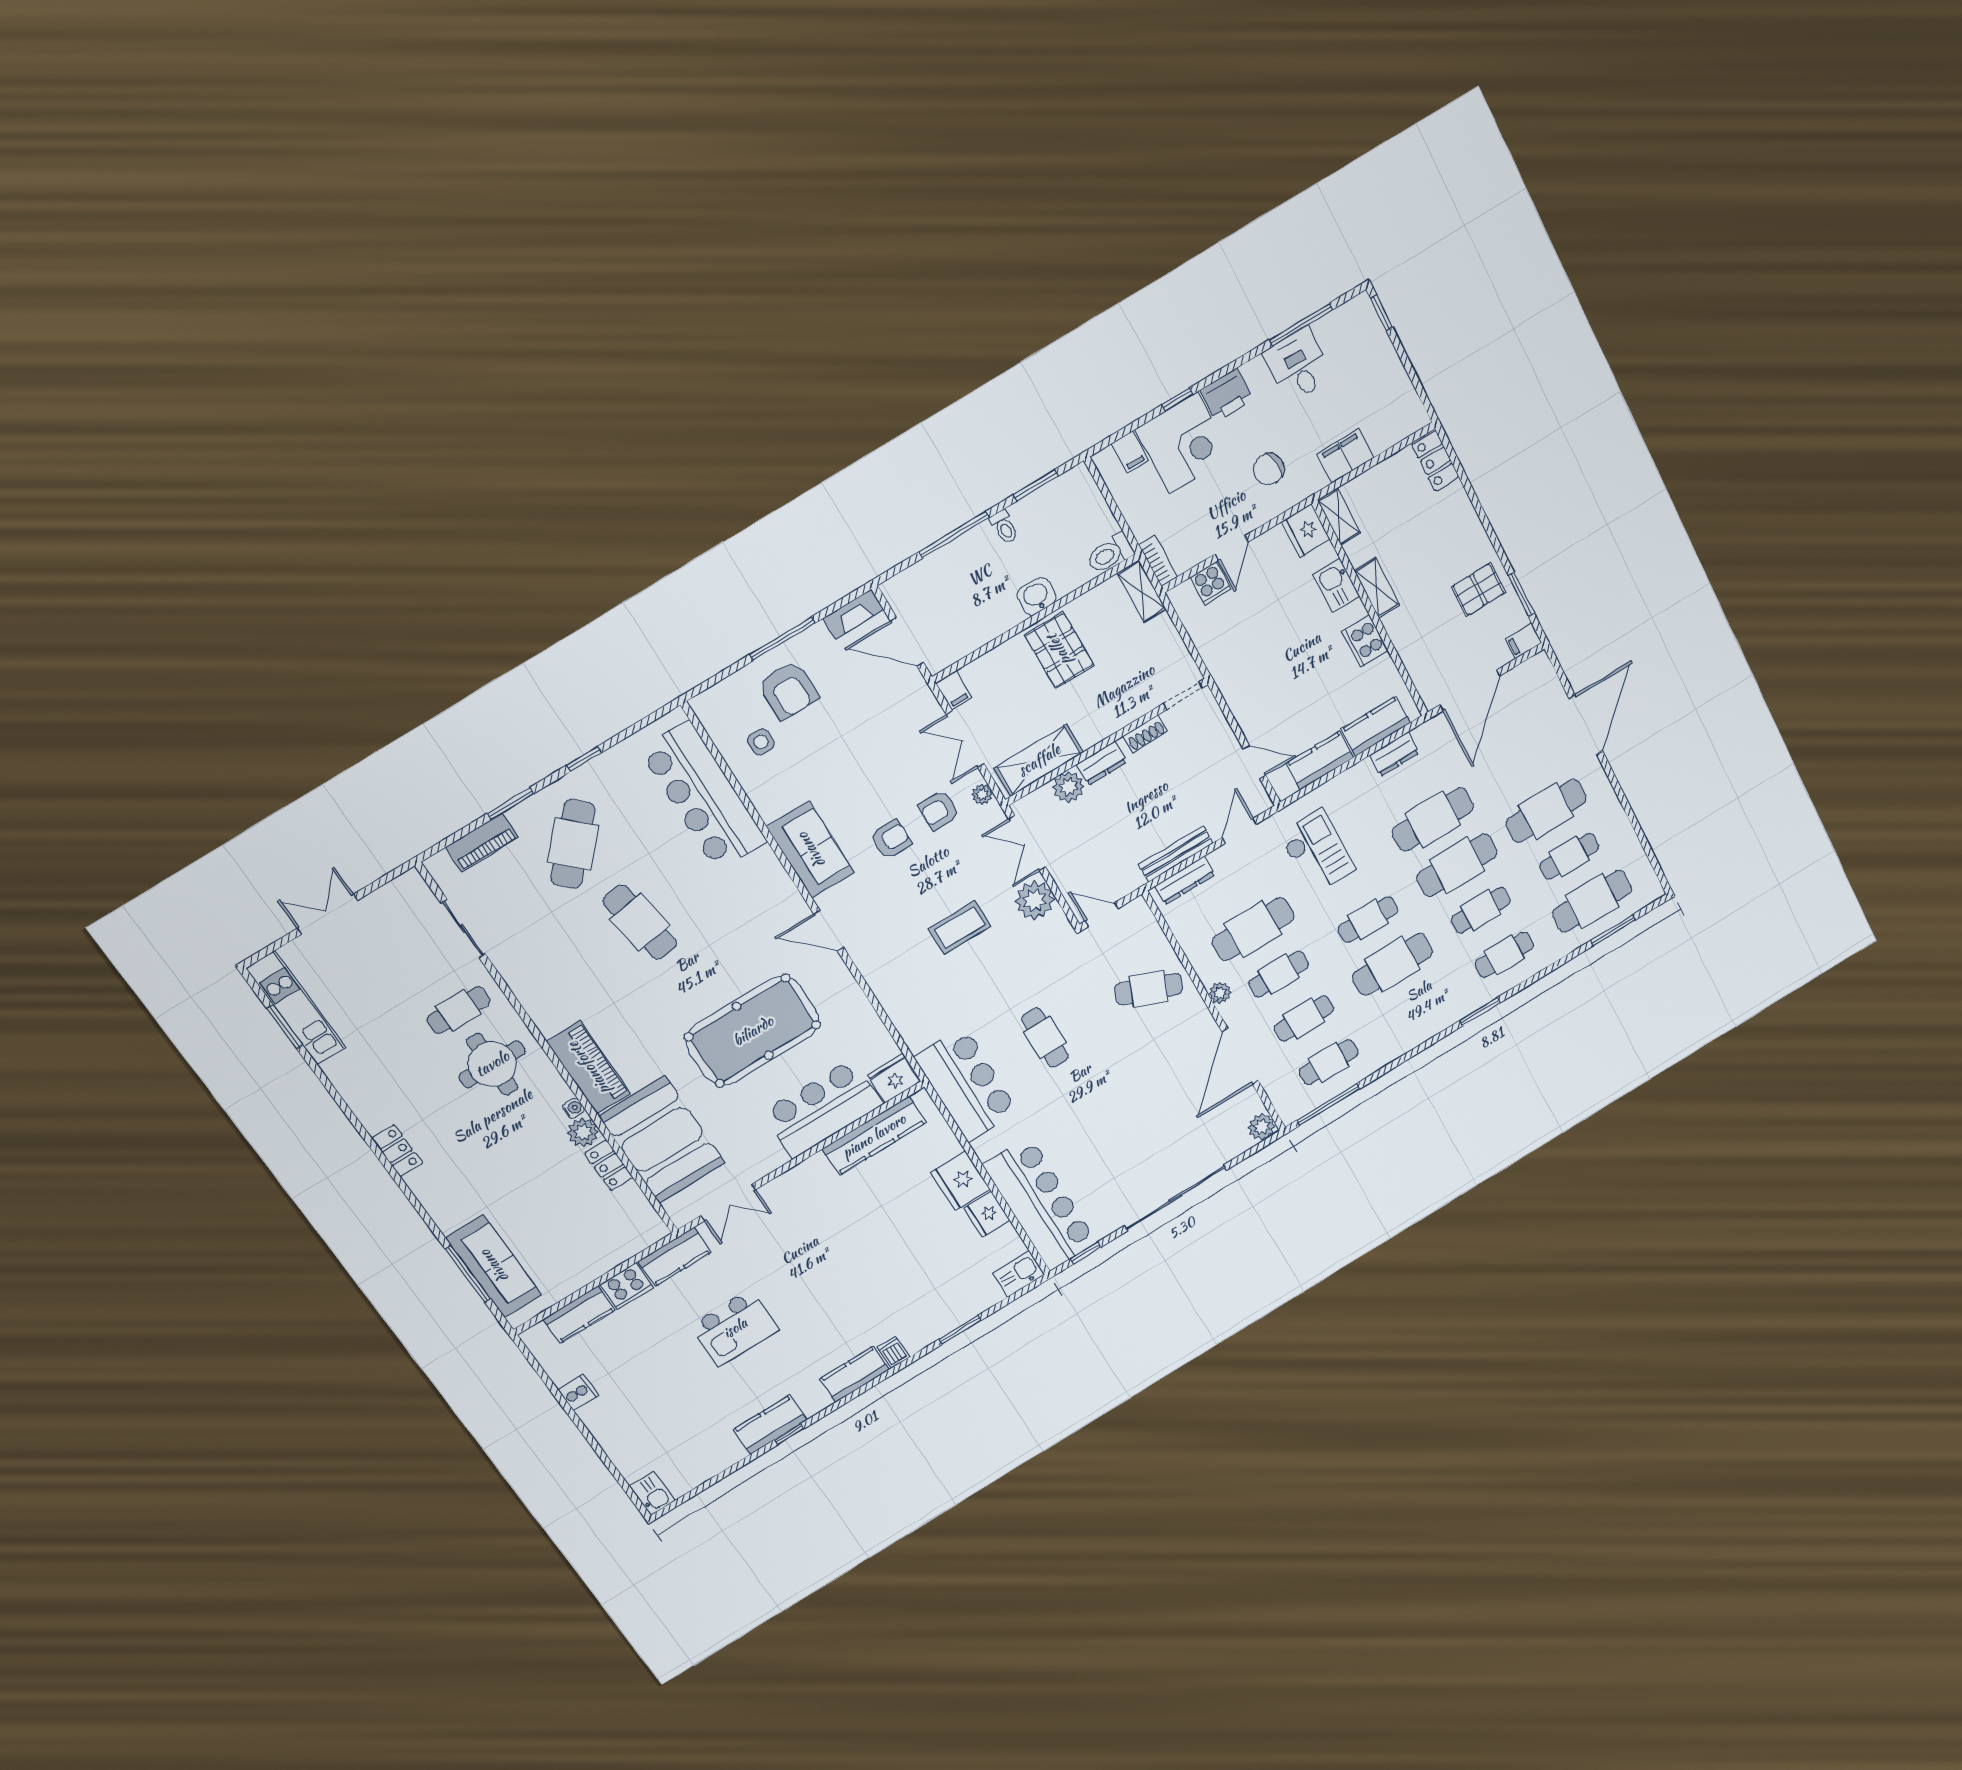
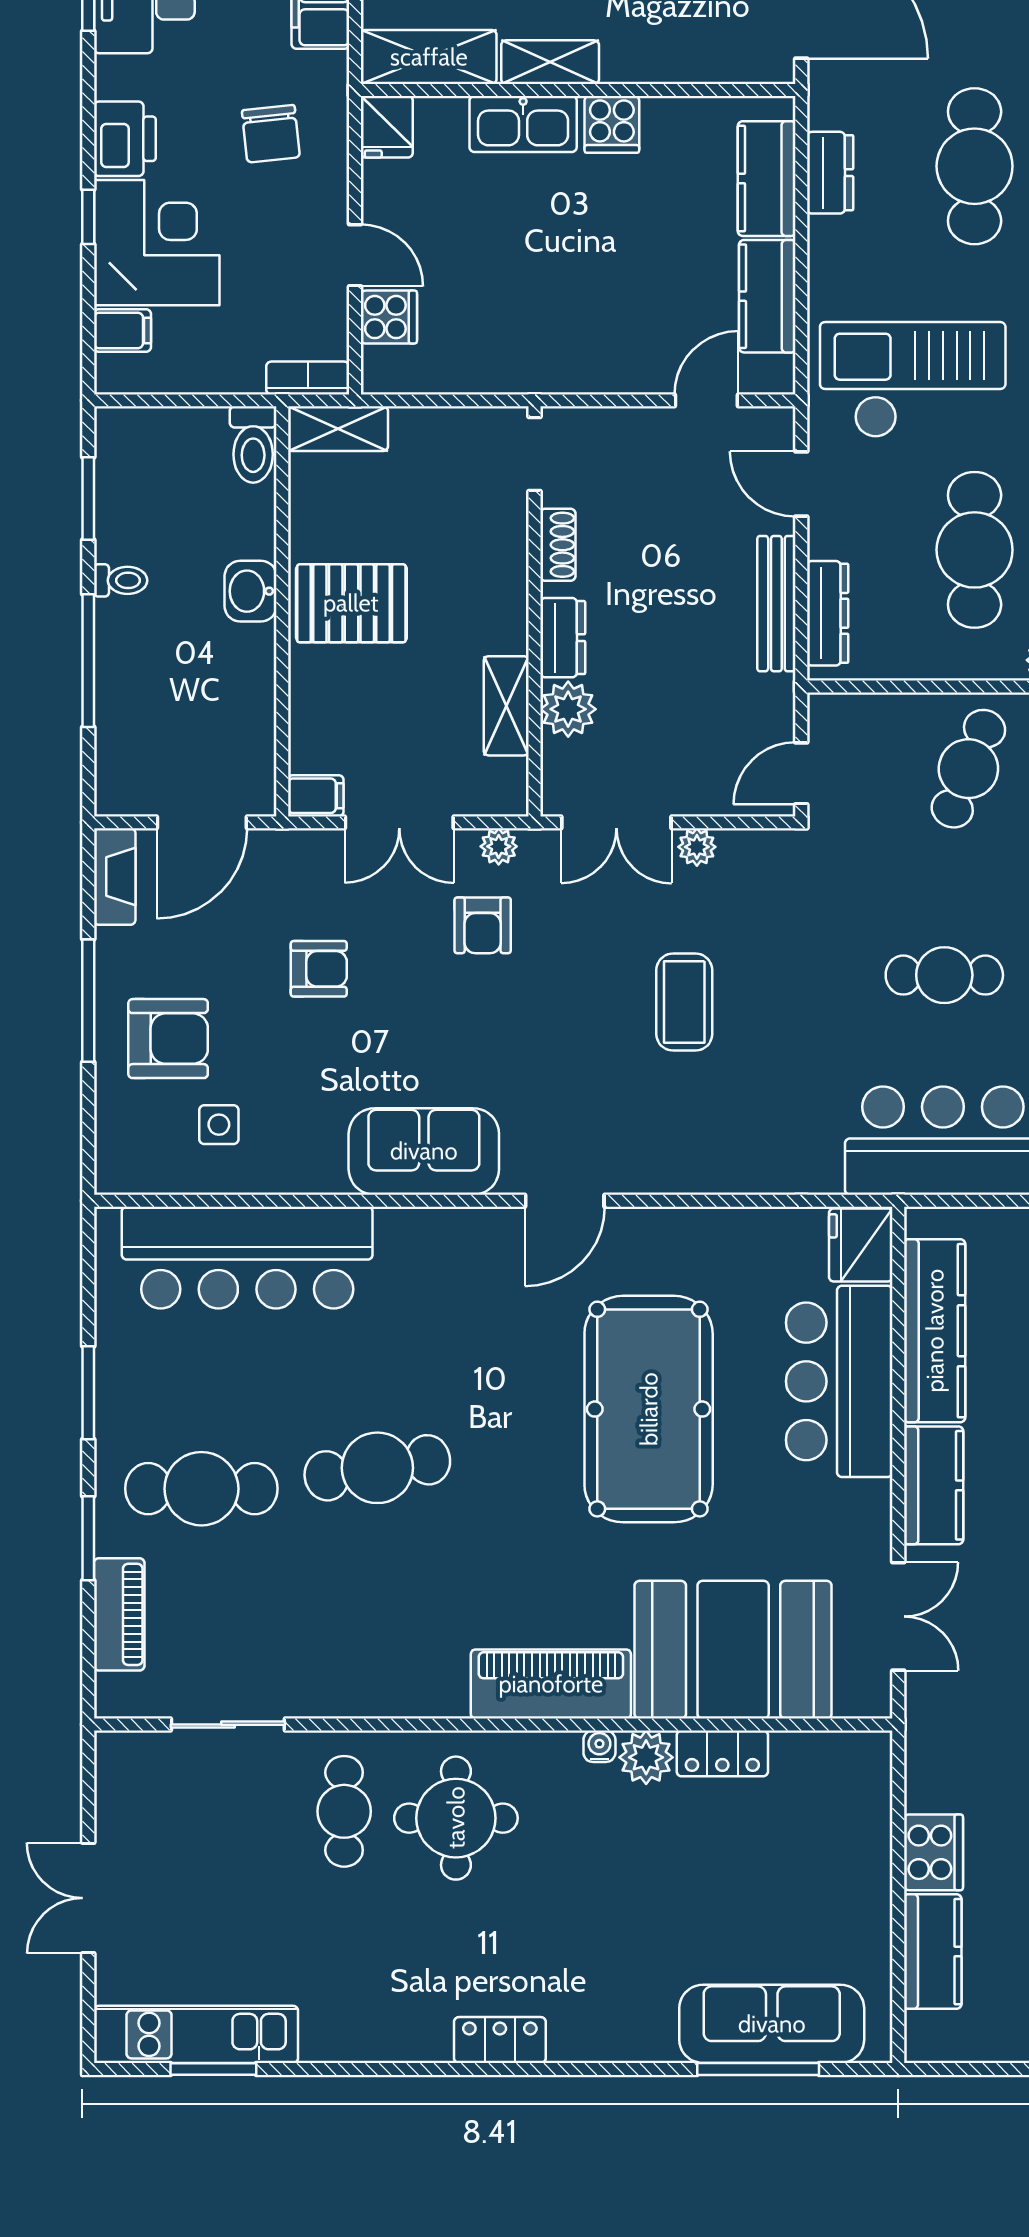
shelving: (1339, 517) -> (429, 57), width x1.50, depth x1.33
fridge: (1306, 531) -> (387, 127), width x0.72
kitchen sink: (1336, 585) -> (523, 124), width x1.38
cooker: (1365, 641) -> (612, 124), width x0.73
window: (584, 759) -> (88, 1393), width x1.50
shelving: (1039, 760) -> (506, 706), width x0.67, depth x0.75
armchair: (891, 839) -> (319, 969), moved, turned 90
cafe table: (573, 844) -> (201, 1489), turned -43
checkout: (1317, 852) -> (913, 380), width x1.36, depth x1.21
plant: (1034, 900) -> (697, 847), width x0.53, depth x0.53
kitchen counter: (675, 1257) -> (934, 1485), moved

